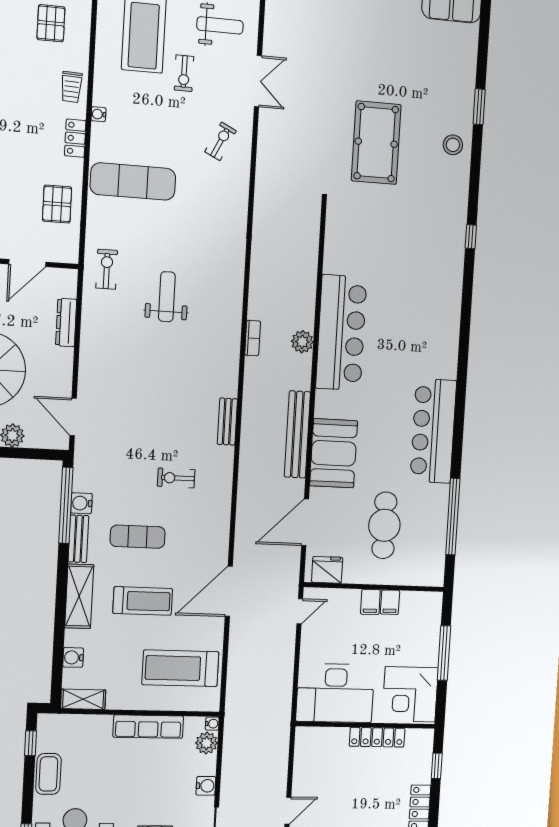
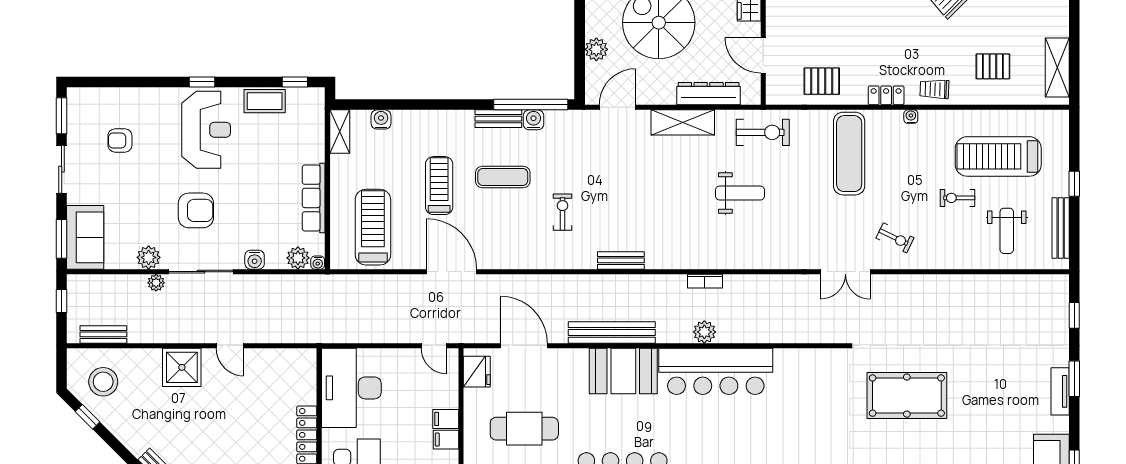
double door: (258, 81) -> (845, 272), moved
exercise bike: (107, 269) -> (763, 132), width x1.38, depth x1.39
dresser: (66, 323) -> (709, 94), width x1.37, depth x1.24
booth: (334, 453) -> (623, 371), moved
exercise mat: (138, 537) -> (503, 177), turned 90
shelving: (79, 596) -> (683, 122), moved
treadmill: (143, 601) -> (439, 186), turned 180

